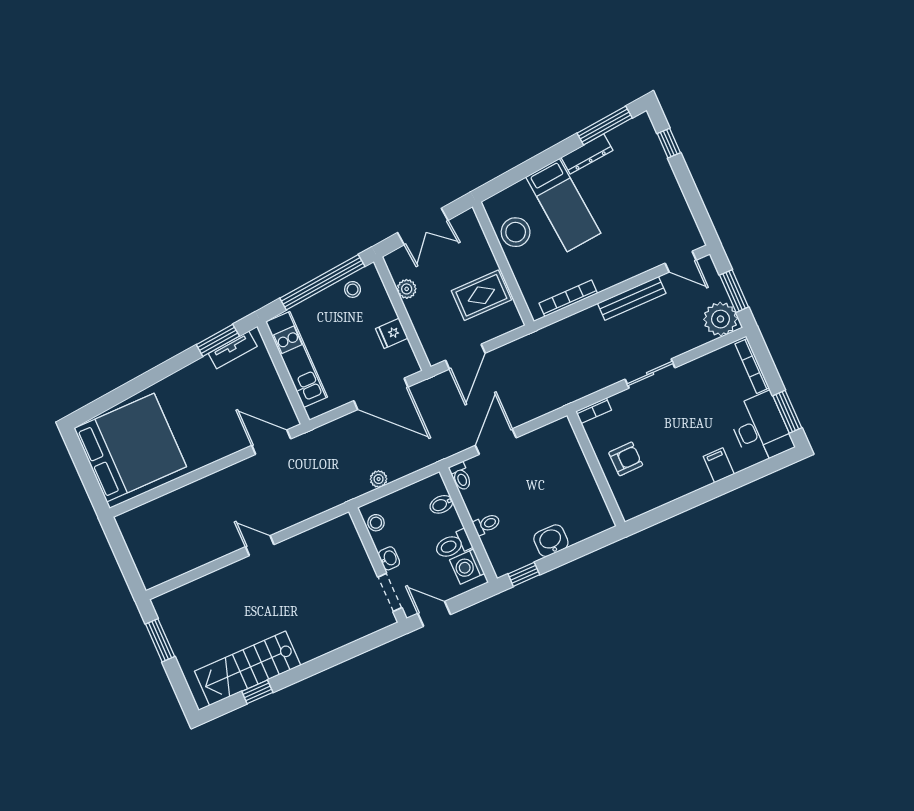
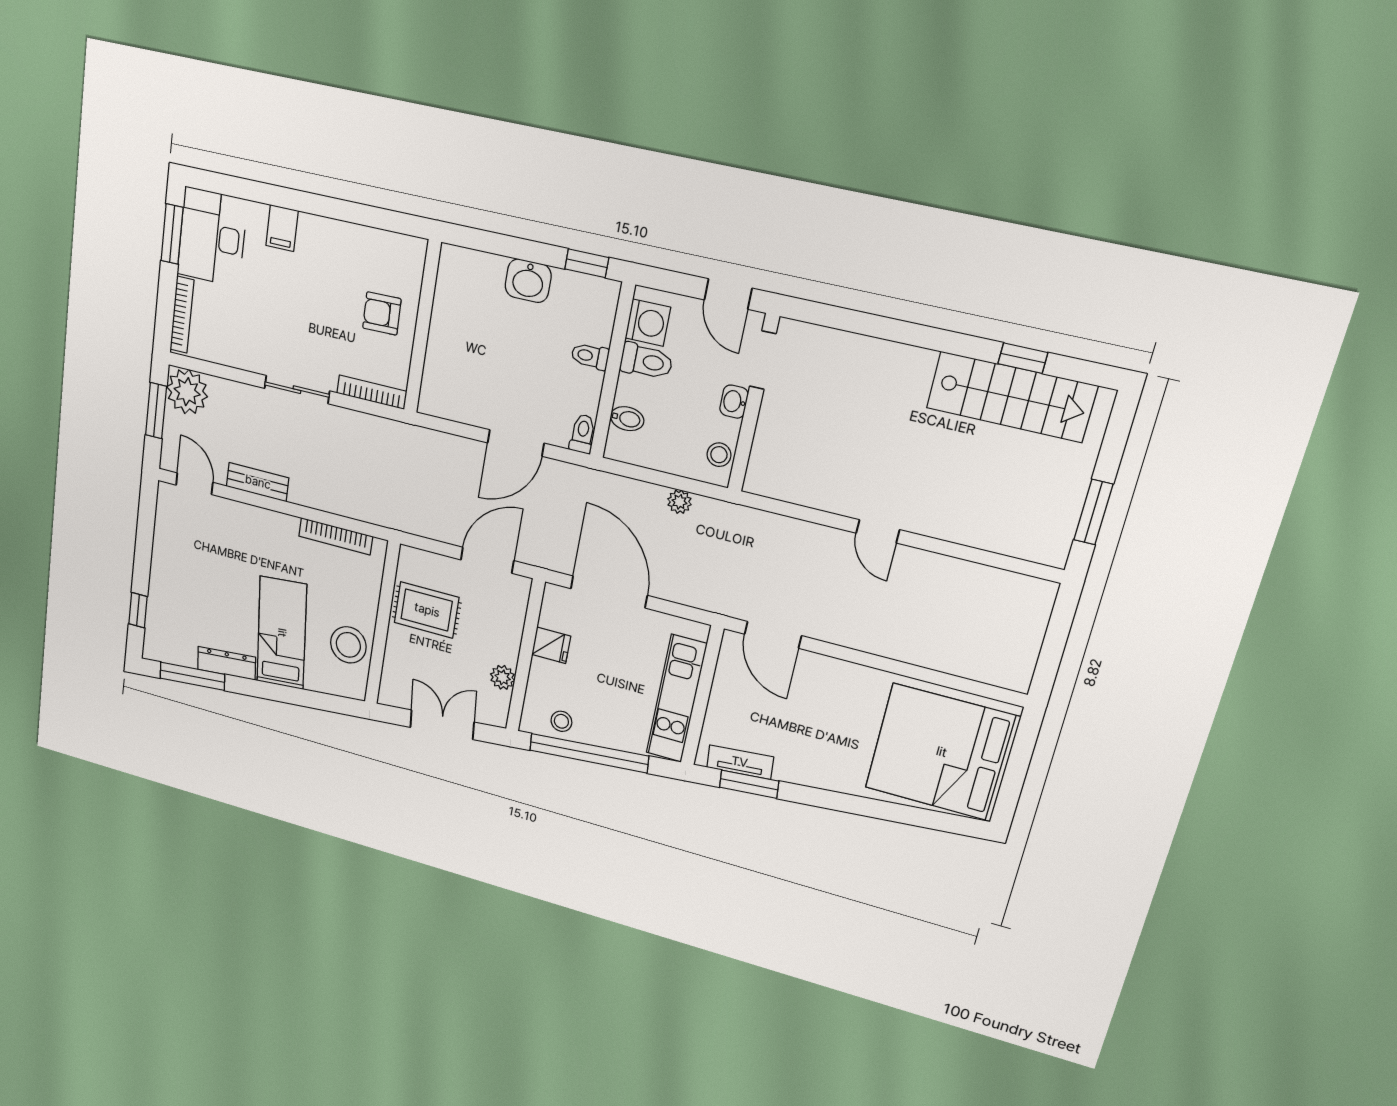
bench: (632, 298) -> (258, 482), width x0.73
bookcase: (594, 411) -> (372, 392), width x1.56

